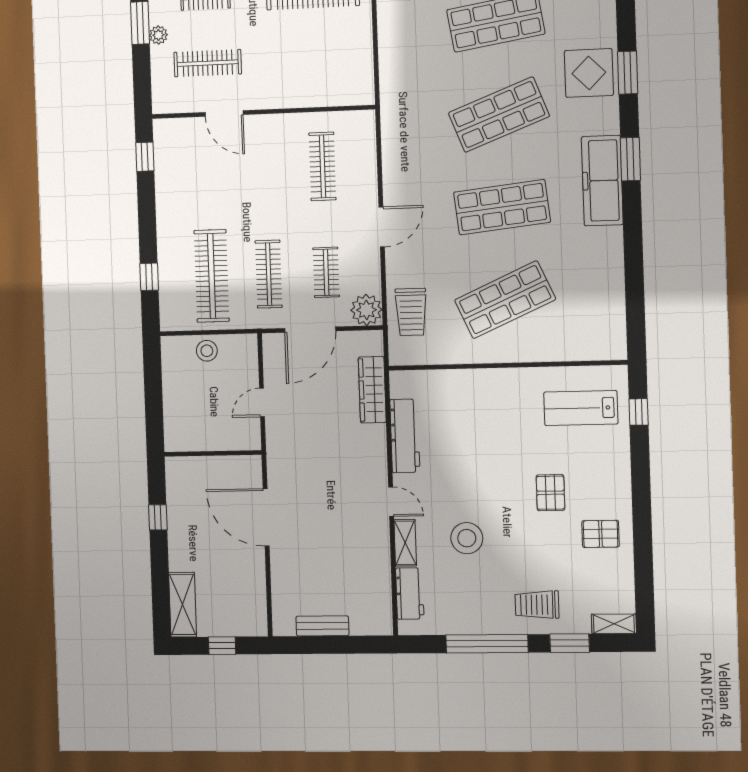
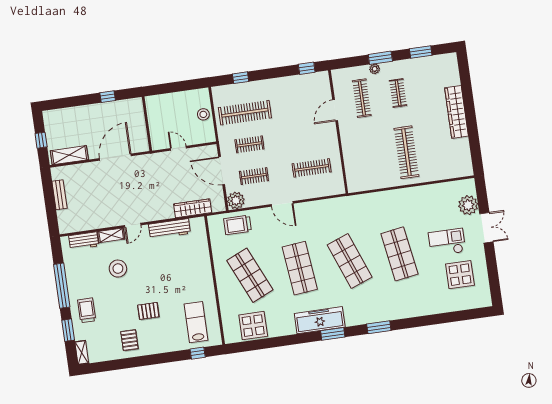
display table: (589, 73) -> (253, 326), moved
clothes rail: (269, 274) -> (249, 144), width x0.73
shelving: (183, 605) -> (69, 155), moved

